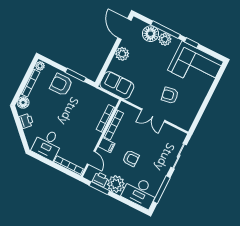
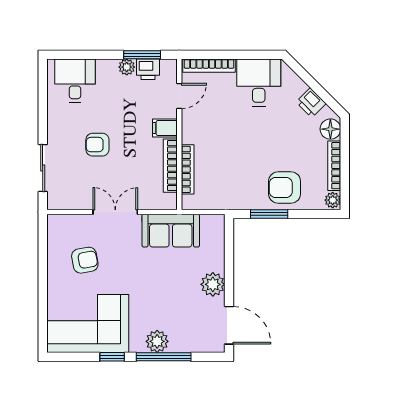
floor lamp: (151, 34) -> (184, 339), removed
armchair: (61, 85) -> (285, 187), turned 180
sofa: (117, 85) -> (171, 231), moved
armchair: (170, 95) -> (85, 260), moved
door: (91, 158) -> (179, 96), swing flipped
armchair: (131, 158) -> (97, 145), moved
plant: (116, 184) -> (127, 67), width x0.53, depth x0.53
window: (162, 190) -> (43, 102), removed
desk: (140, 192) -> (75, 81), width x0.73

